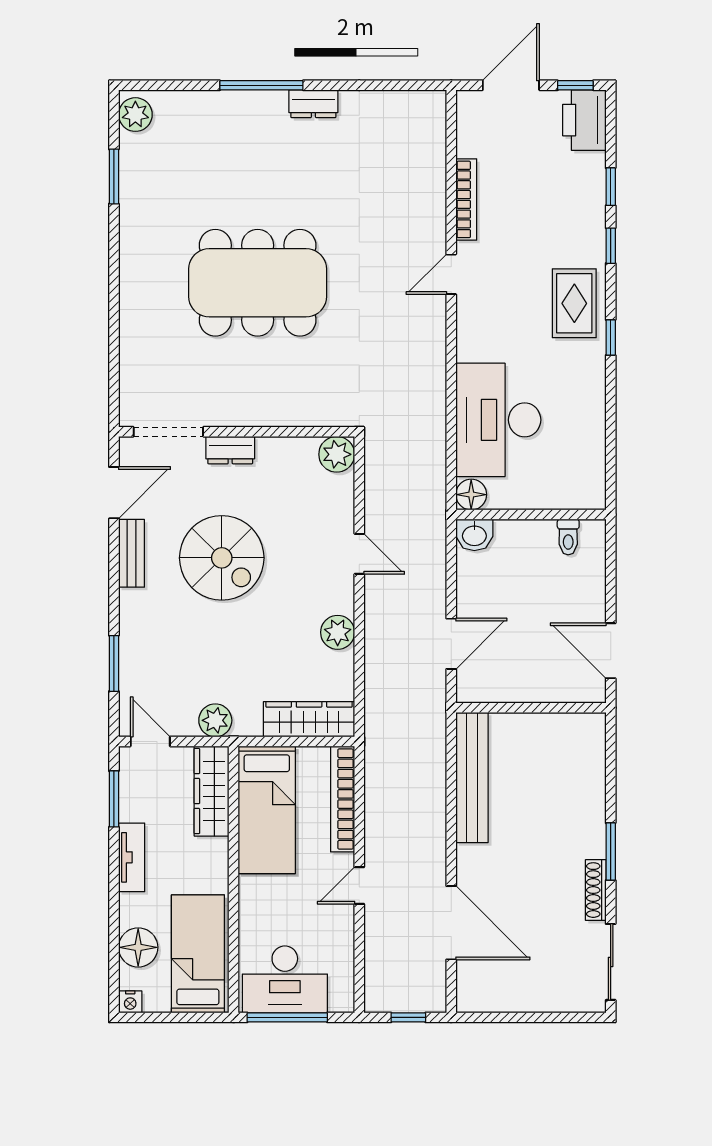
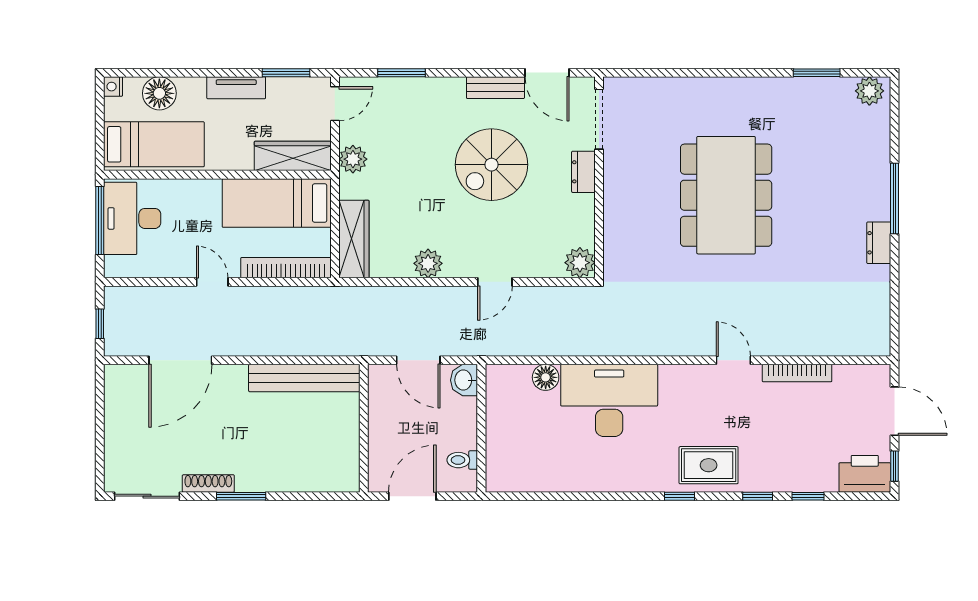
wall: (531, 515) -> (481, 428), moved
washbasin: (474, 535) -> (464, 380), moved
toilet: (568, 537) -> (462, 460), moved

